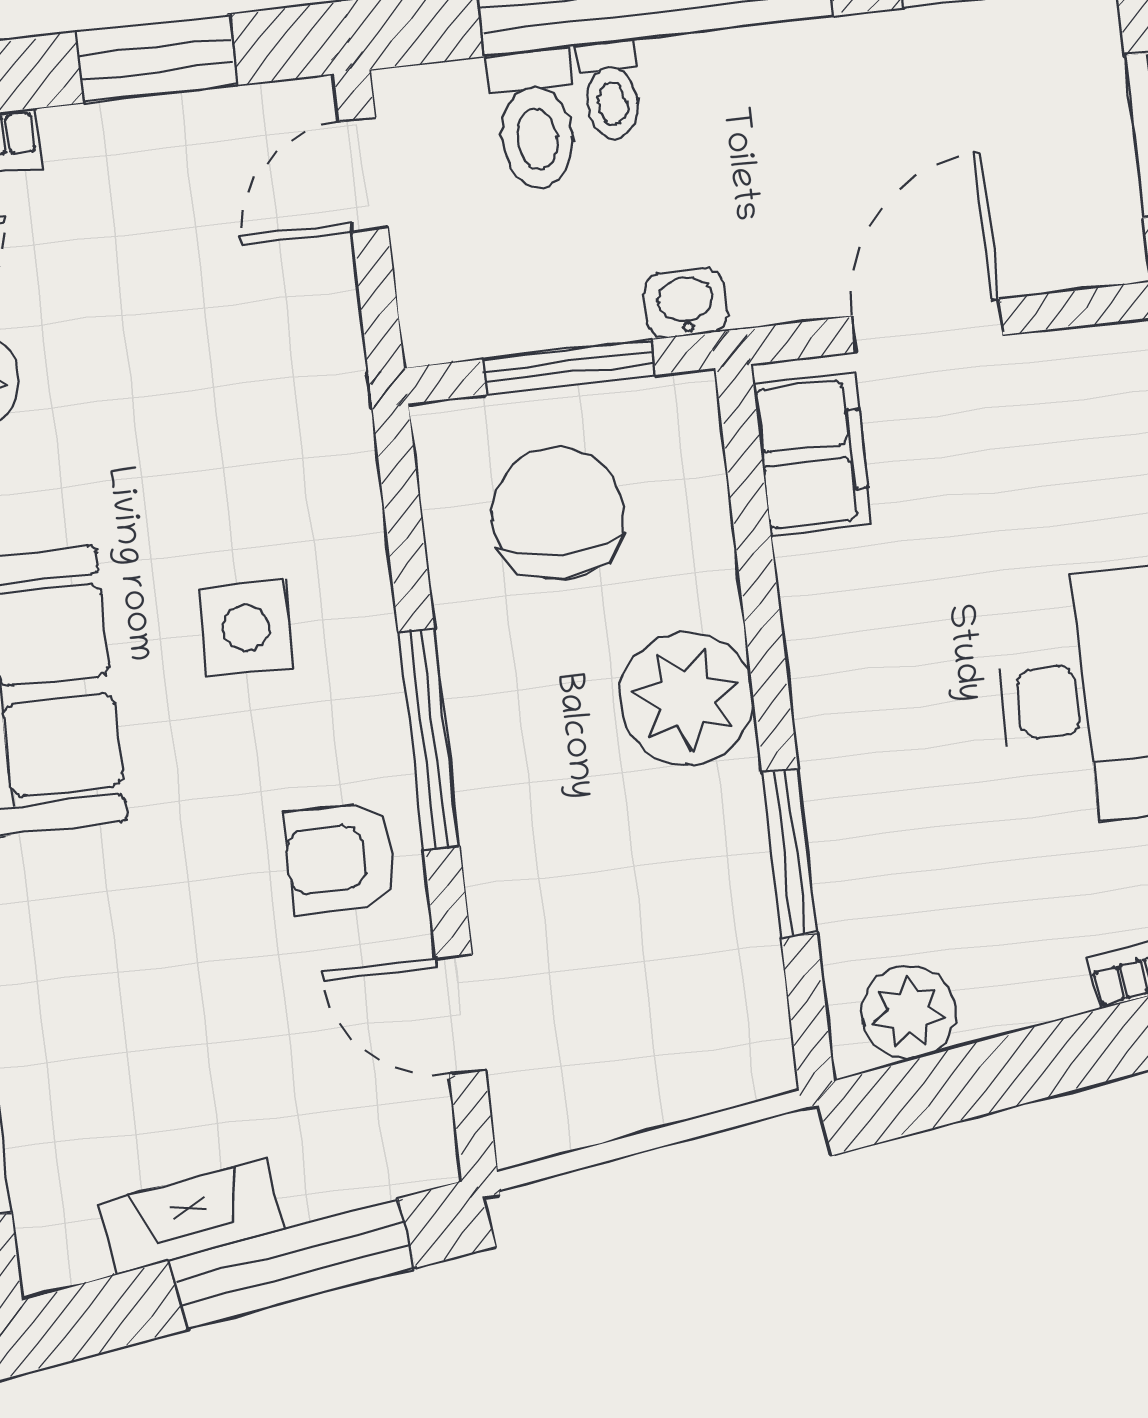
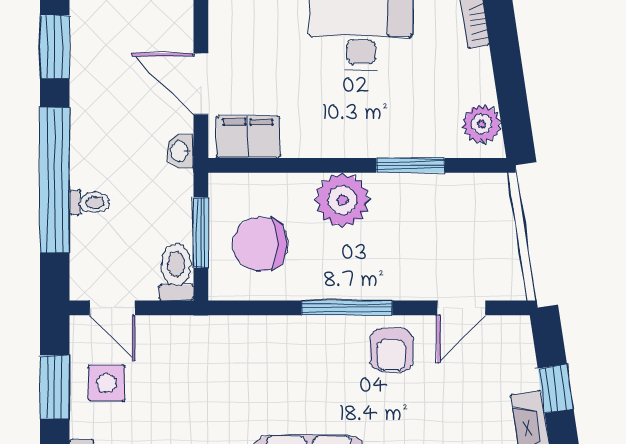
toilet: (535, 120) -> (176, 272), moved, turned -90
washbasin: (686, 303) -> (180, 151), moved
side table: (246, 628) -> (106, 383), moved
window: (293, 1264) -> (556, 389), width x0.46

